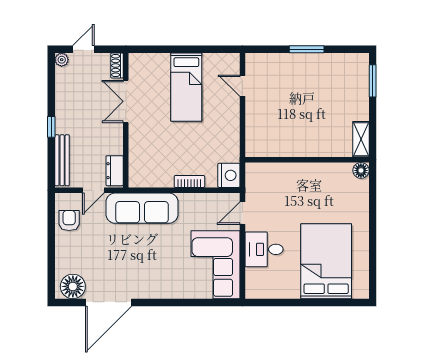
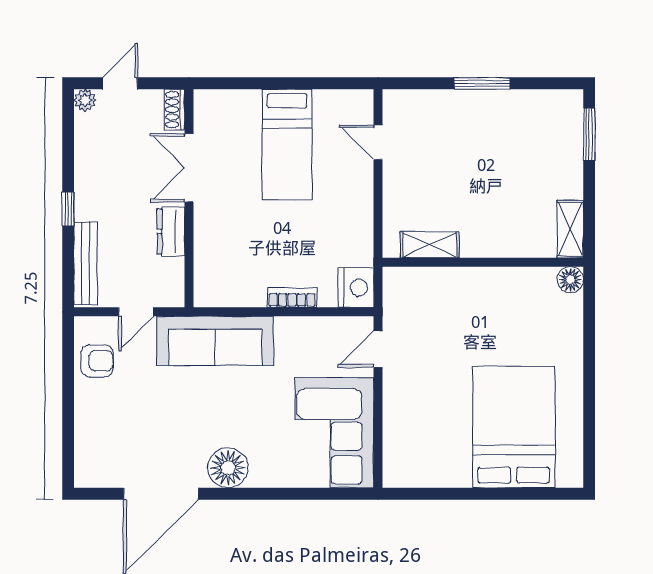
shelving: (274, 149) -> (430, 245), added
dresser: (115, 171) -> (171, 231), moved
armchair: (69, 220) -> (97, 361), turned 90
desk: (264, 249) -> (413, 408), removed
floor lamp: (73, 286) -> (228, 468), moved

